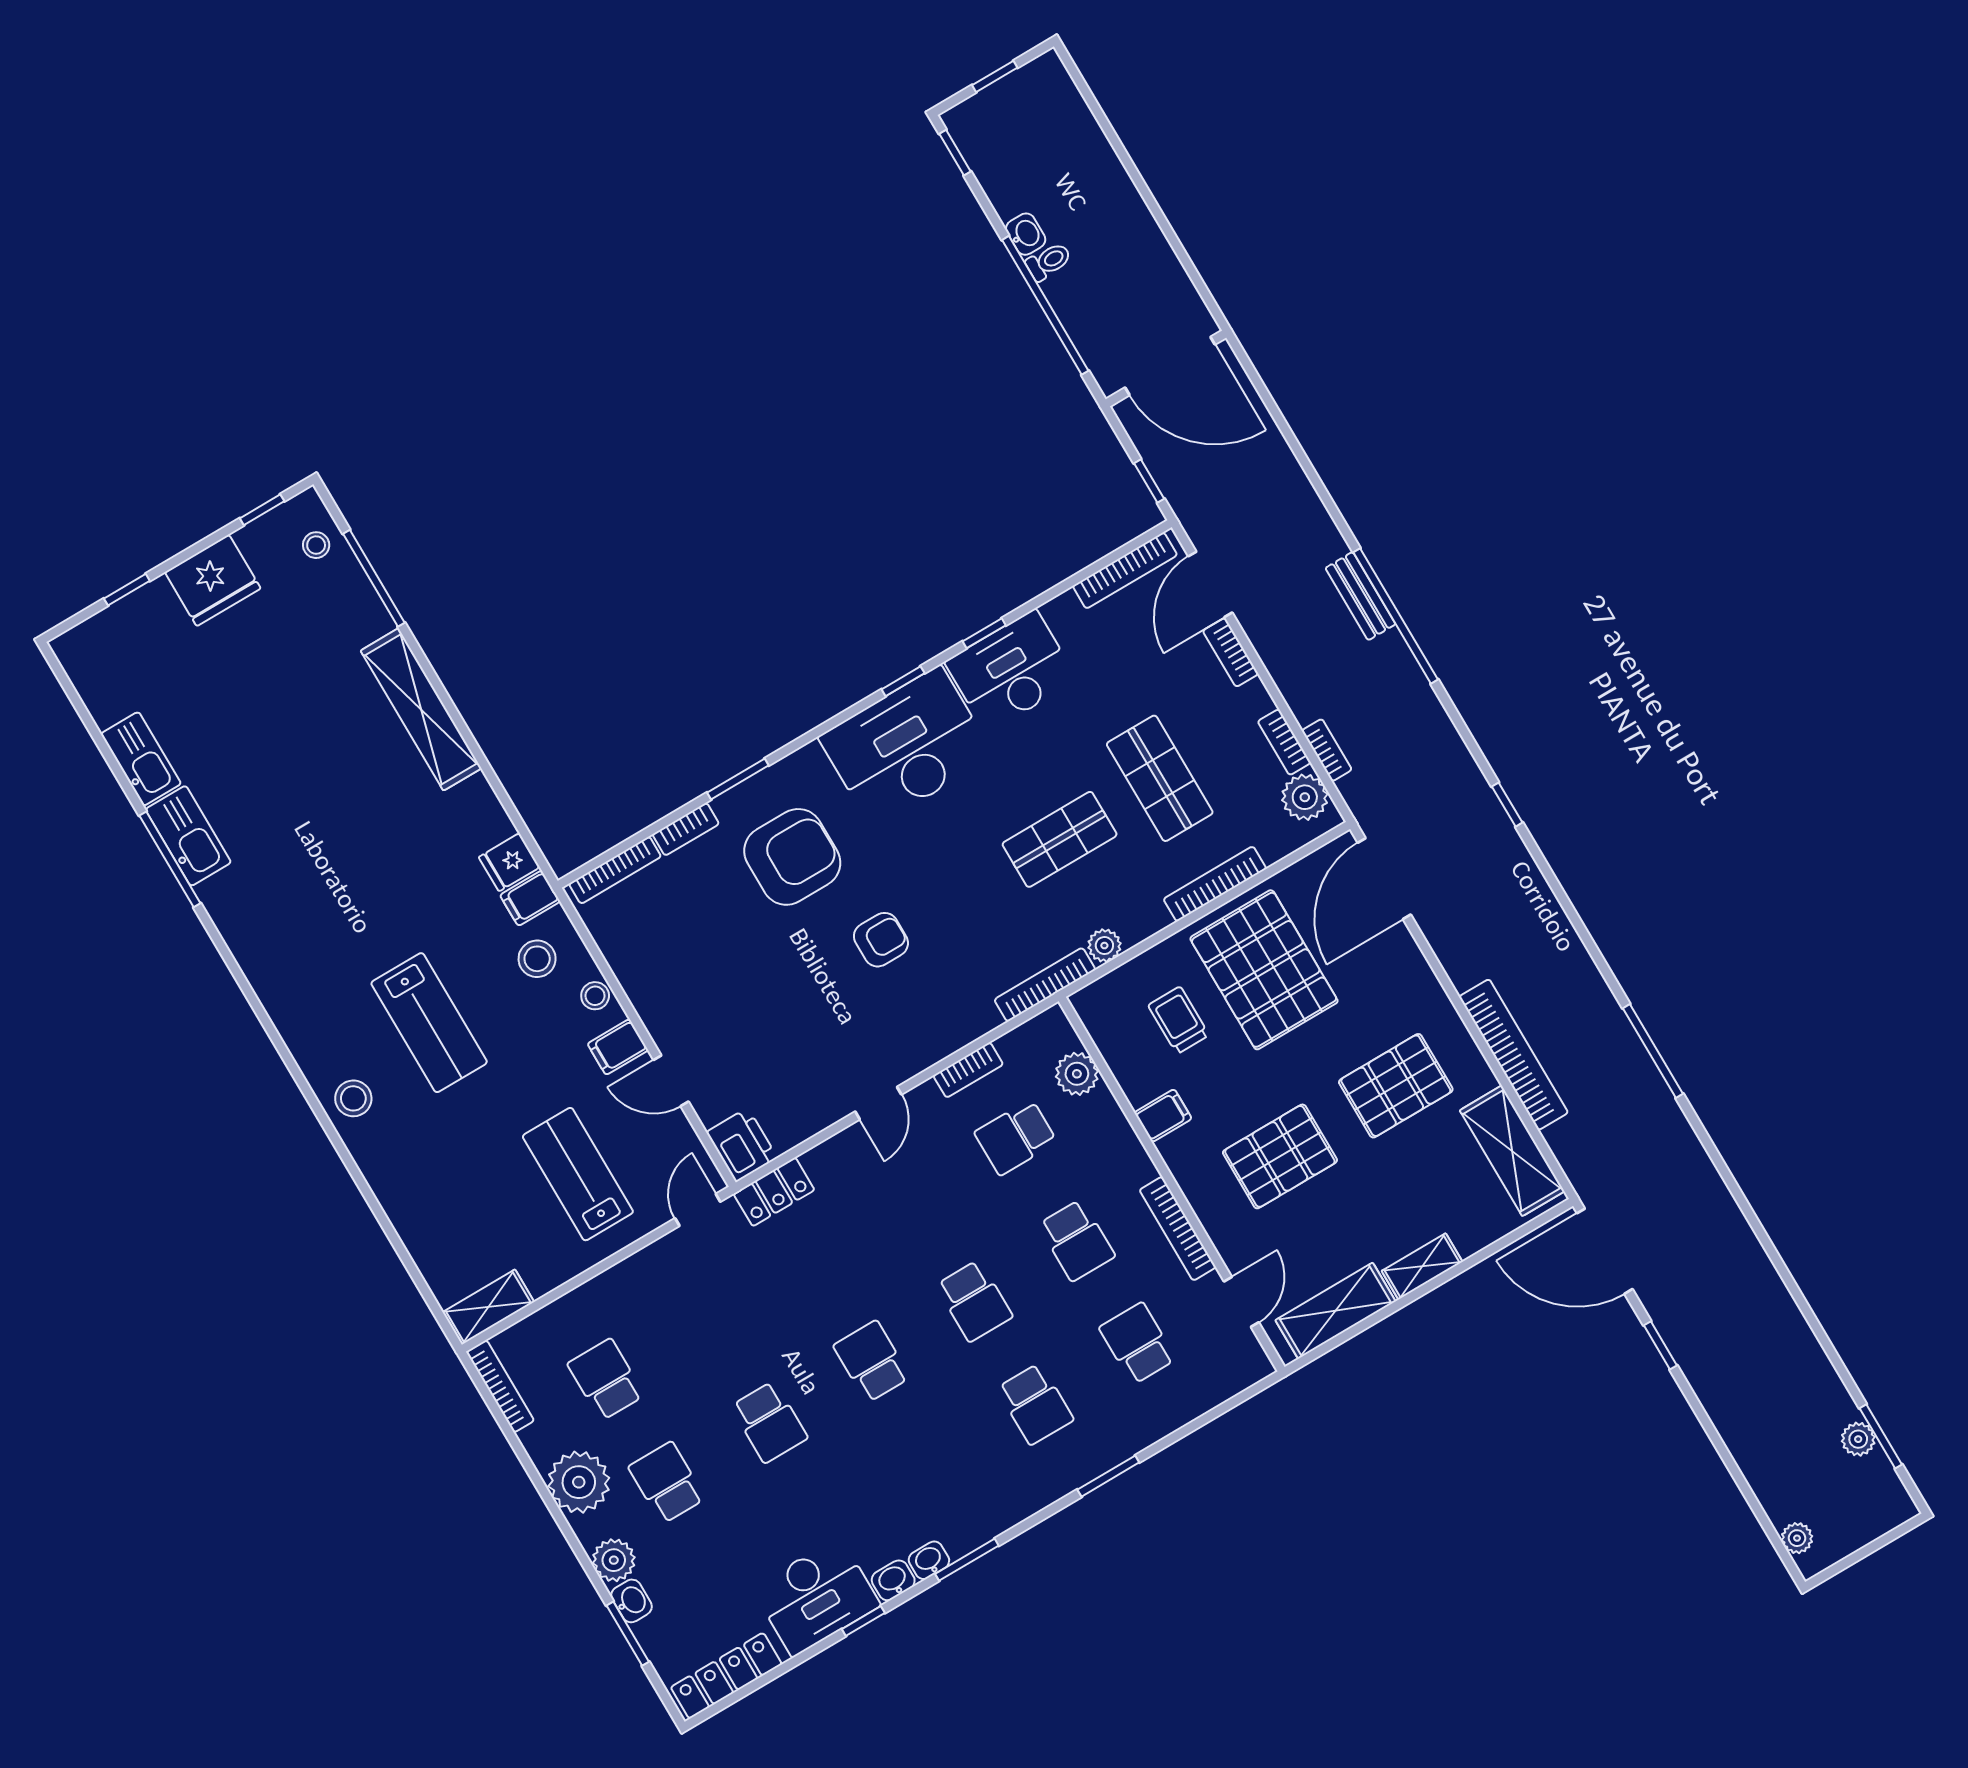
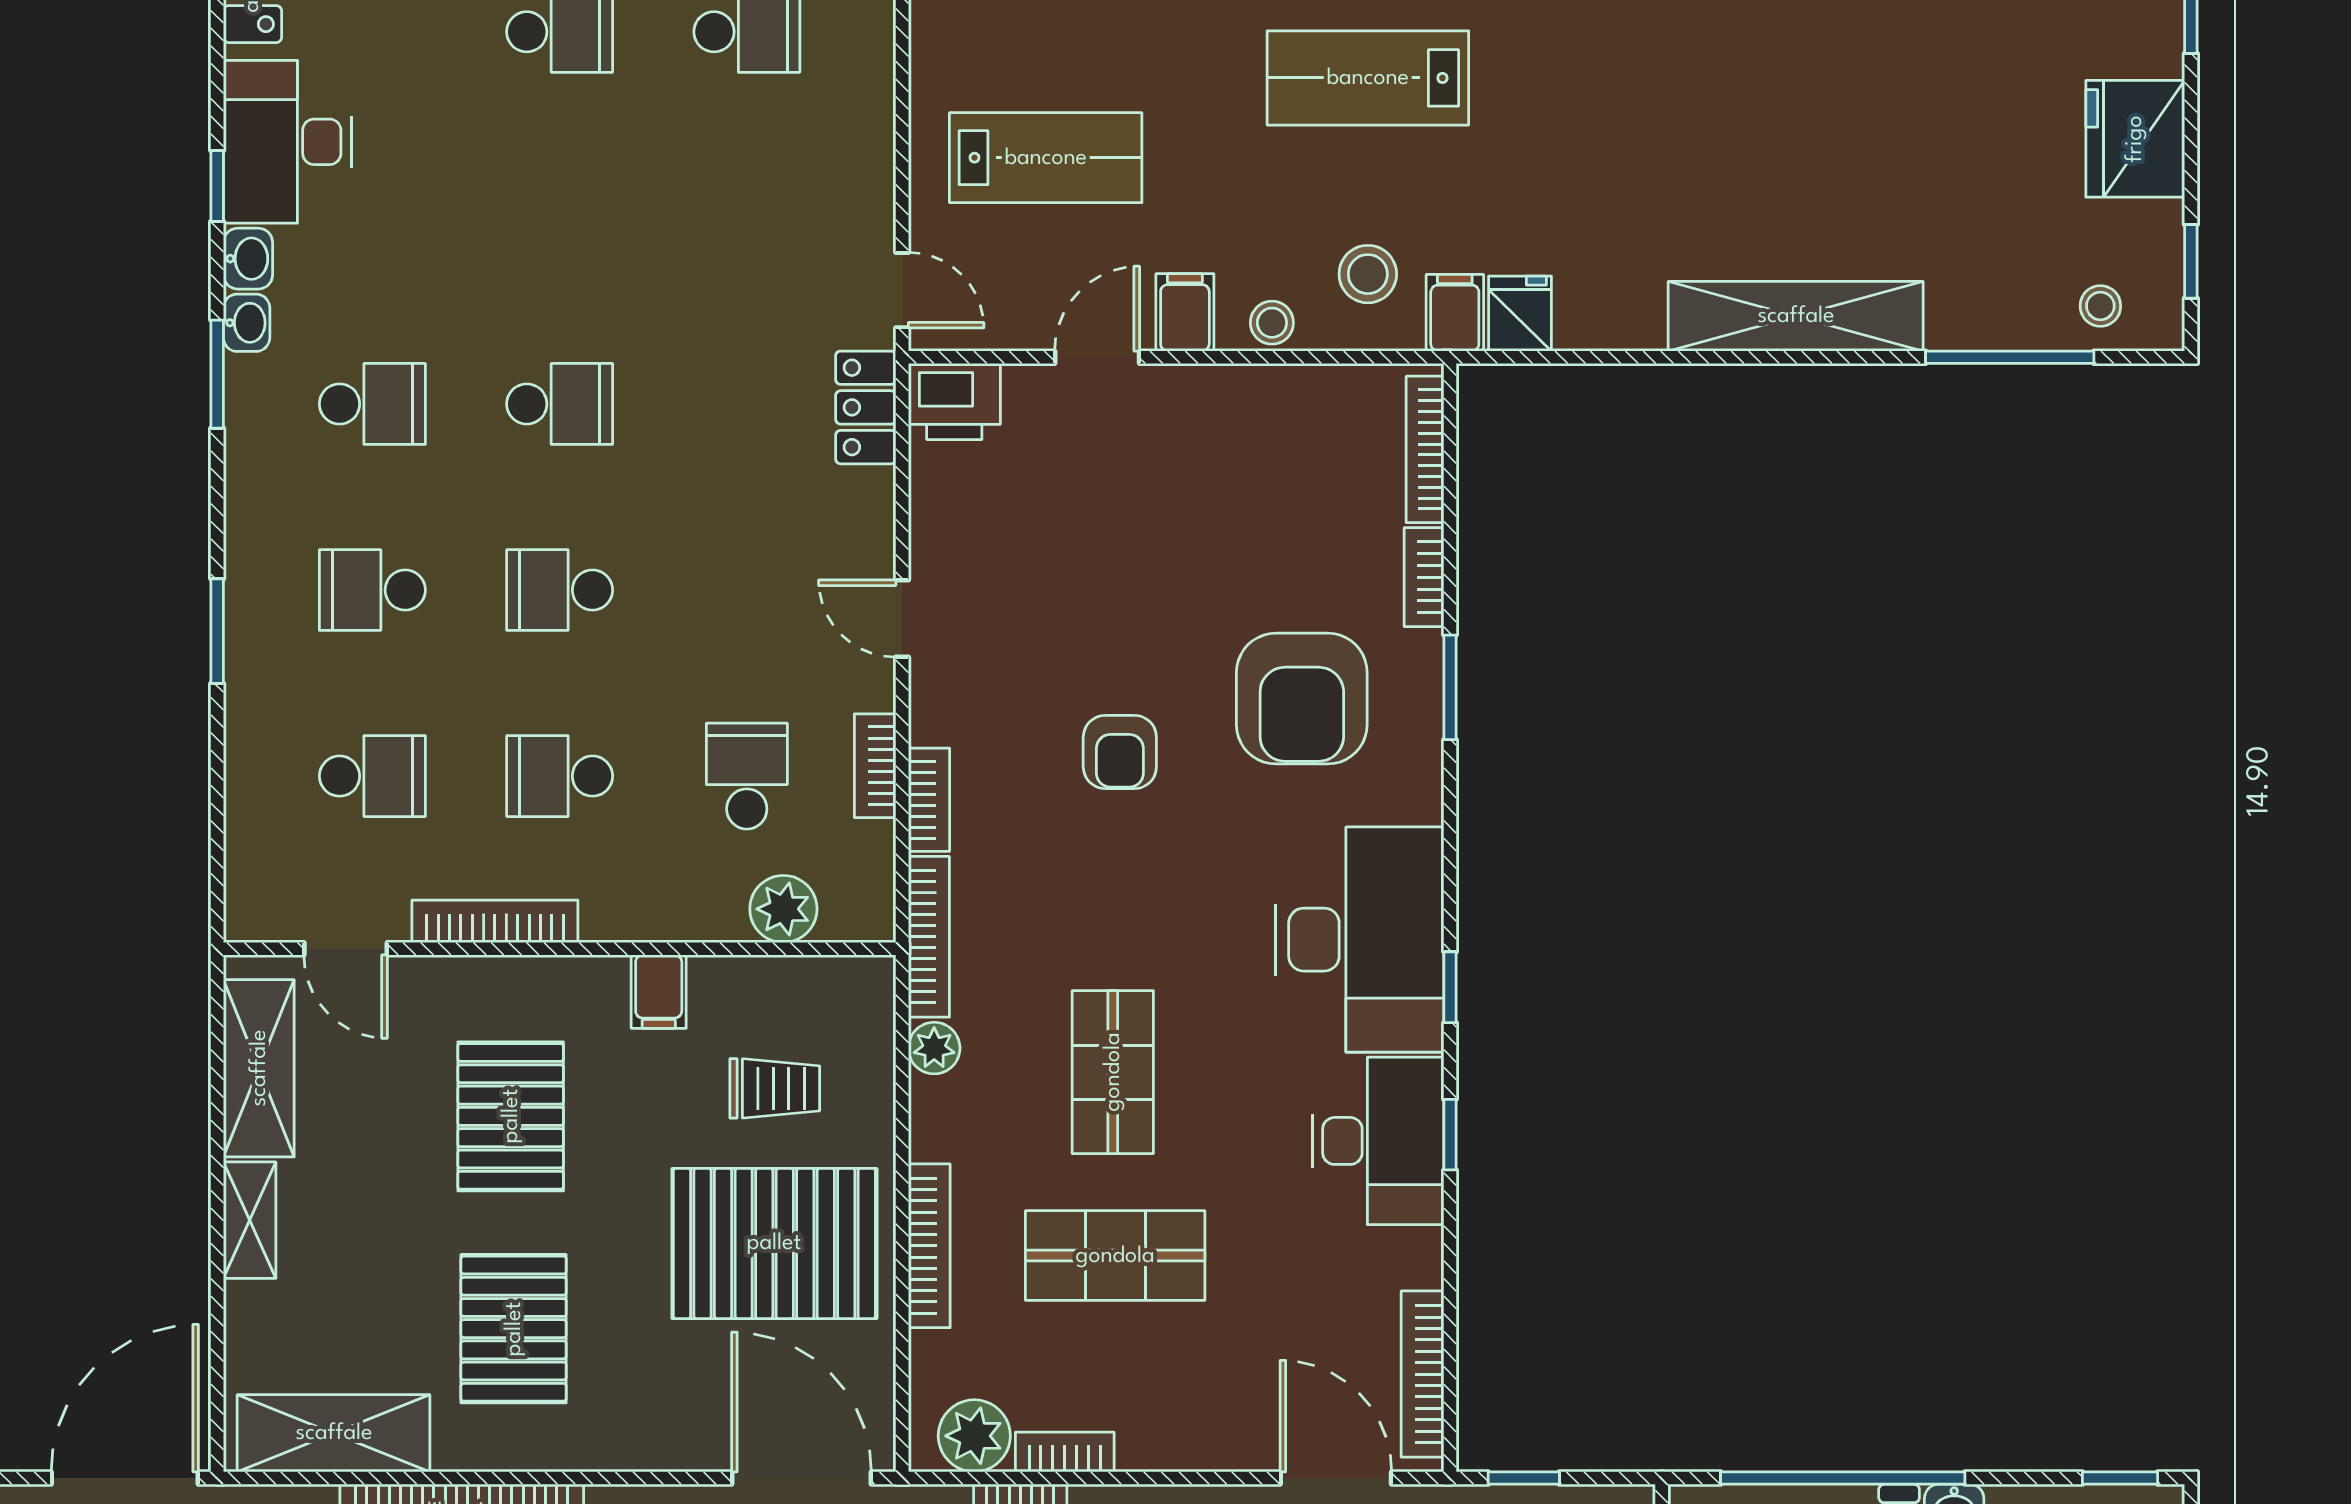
bookcase: (1231, 652) -> (929, 800), moved, turned 90
school desk: (769, 1422) -> (372, 404), moved, turned 180

